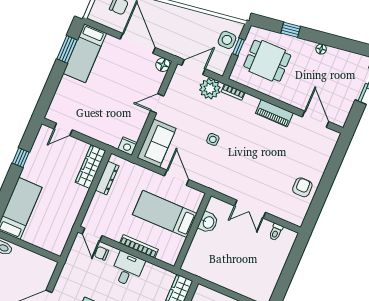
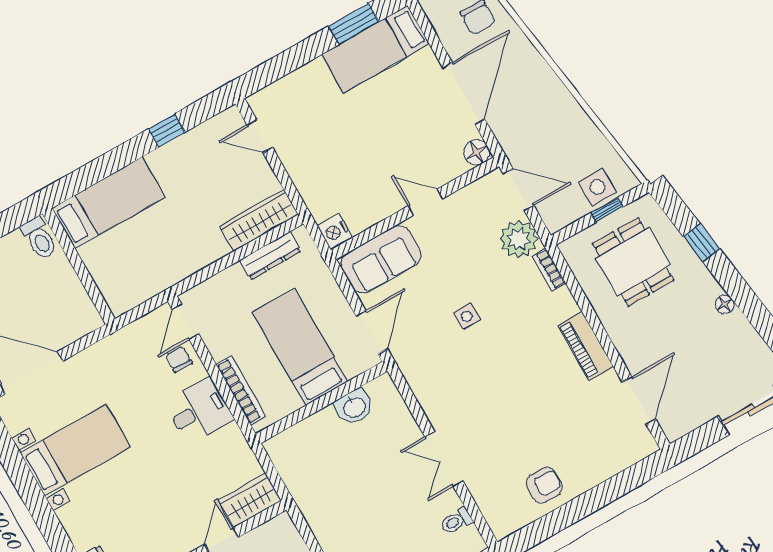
bed: (165, 214) -> (300, 347), moved
washbasin: (208, 222) -> (354, 407), moved
wall: (193, 231) -> (322, 403), moved

